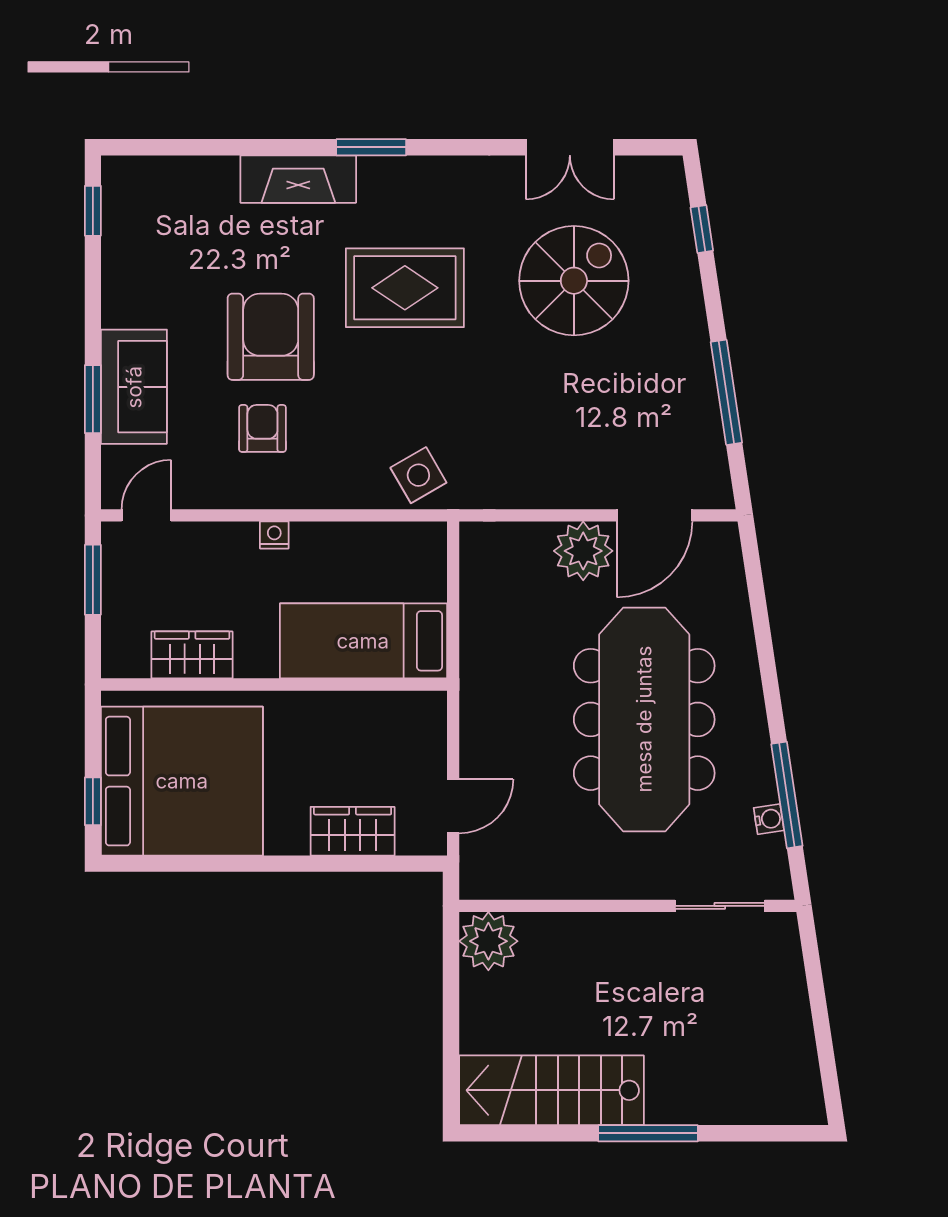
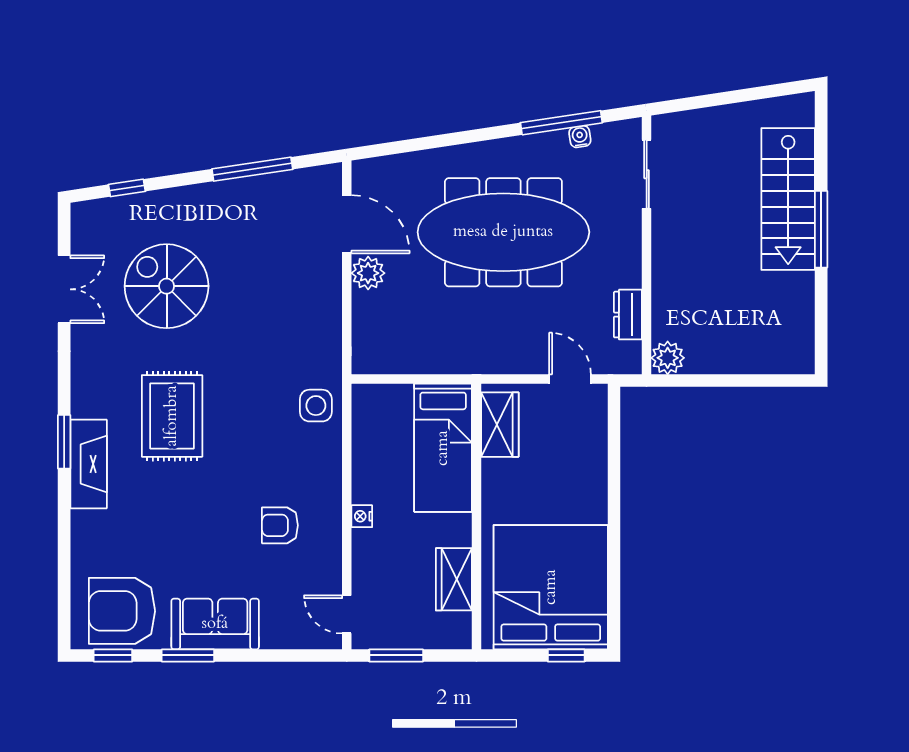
fireplace: (298, 179) -> (89, 464), moved
armchair: (271, 337) -> (122, 611), moved
sofa: (134, 387) -> (215, 624), moved
window: (93, 399) -> (188, 655), moved
side table: (418, 475) -> (316, 406), turned 30
plant: (583, 551) -> (368, 273), width x0.73, depth x0.73
wardrobe: (353, 831) -> (500, 425), moved, turned 180
dresser: (537, 882) -> (628, 315), added
plant: (488, 941) -> (668, 358), width x0.73, depth x0.73
stairs: (552, 1090) -> (788, 199), moved

